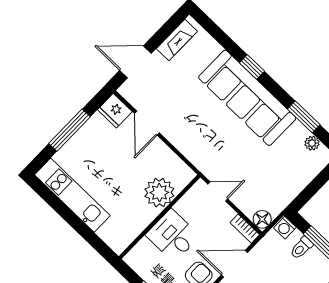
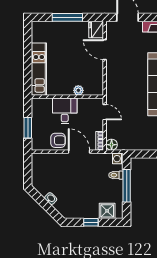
door: (147, 123) -> (105, 50), hinge flipped
plant: (159, 193) -> (78, 90), width x0.53, depth x0.53
kitchen unit: (72, 195) -> (39, 69), moved

